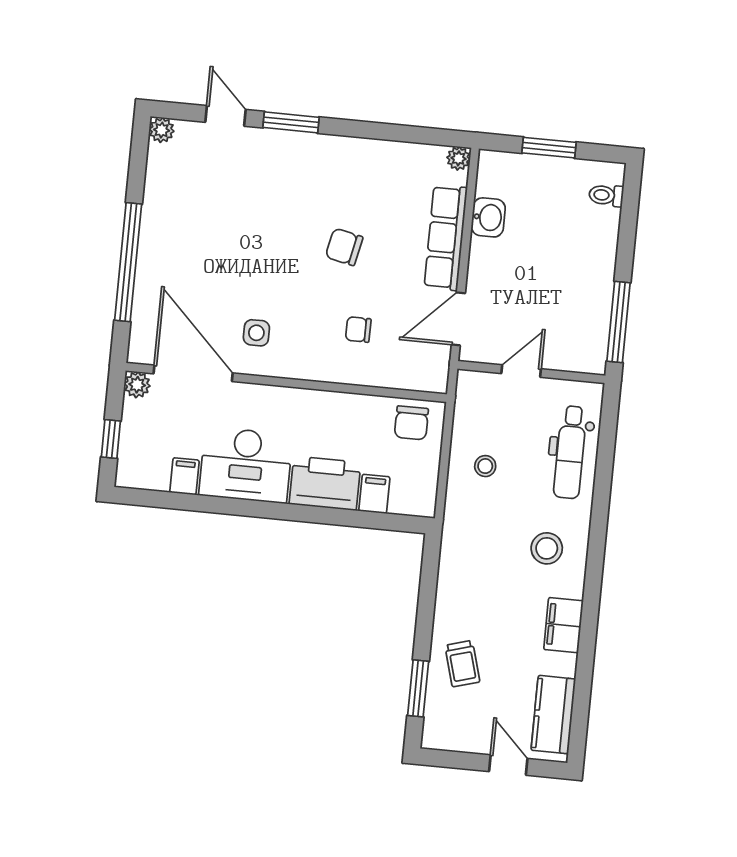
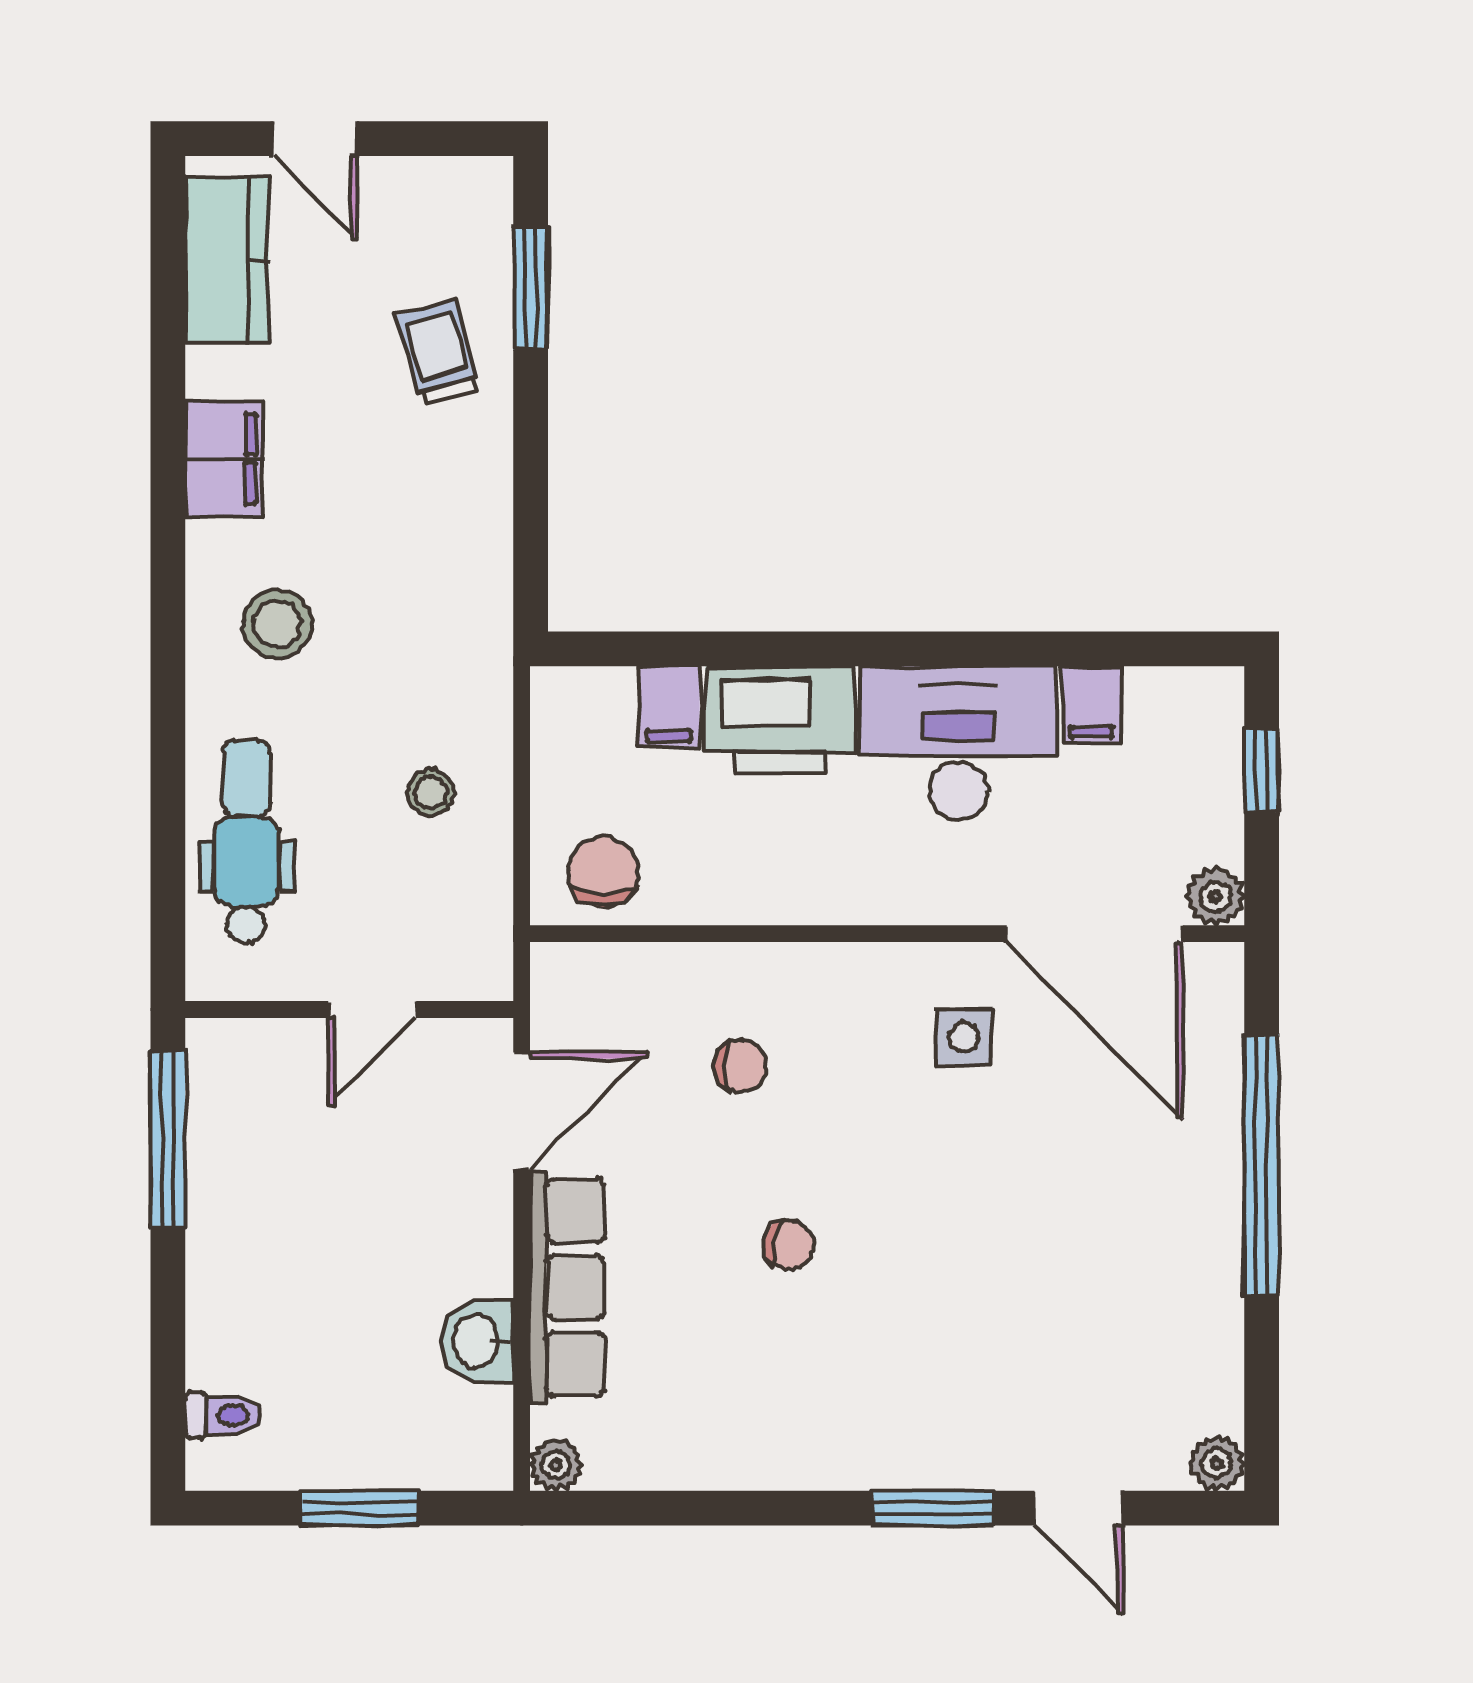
chair: (344, 247) -> (789, 1245), width x0.73, depth x0.73

